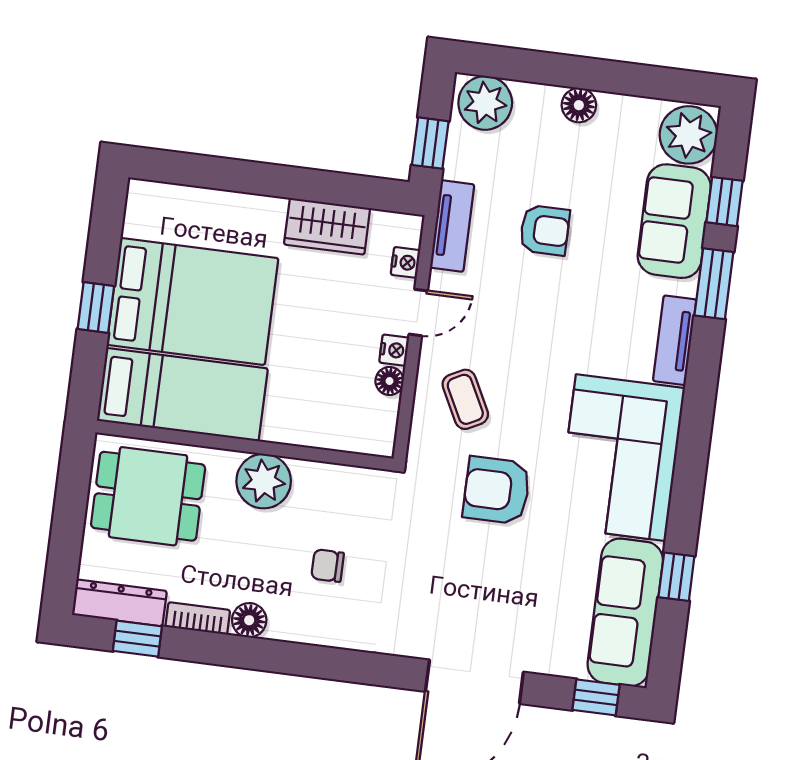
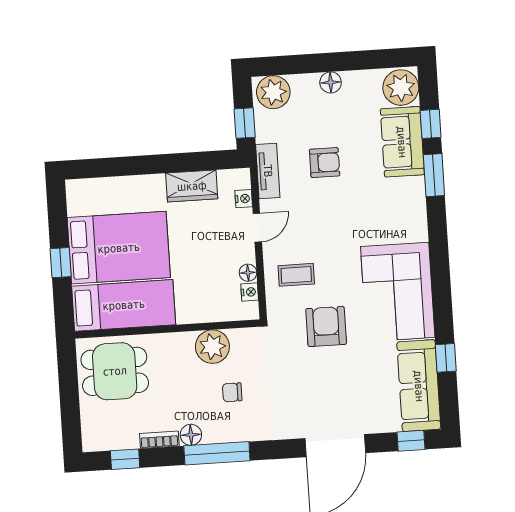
tv unit: (675, 340) -> (417, 214), removed
nightstand: (394, 350) -> (250, 292), moved
coffee table: (465, 399) -> (296, 275), turned -63
plant: (264, 481) -> (212, 347), moved
armchair: (497, 490) -> (326, 326), turned 90
dresser: (119, 603) -> (110, 440), removed
window: (285, 658) -> (217, 453), added

